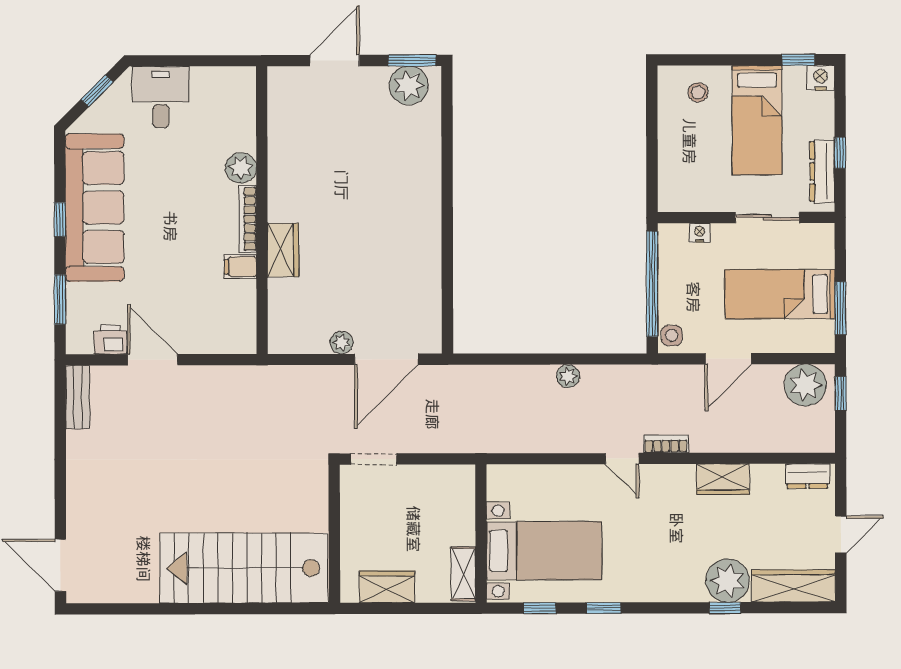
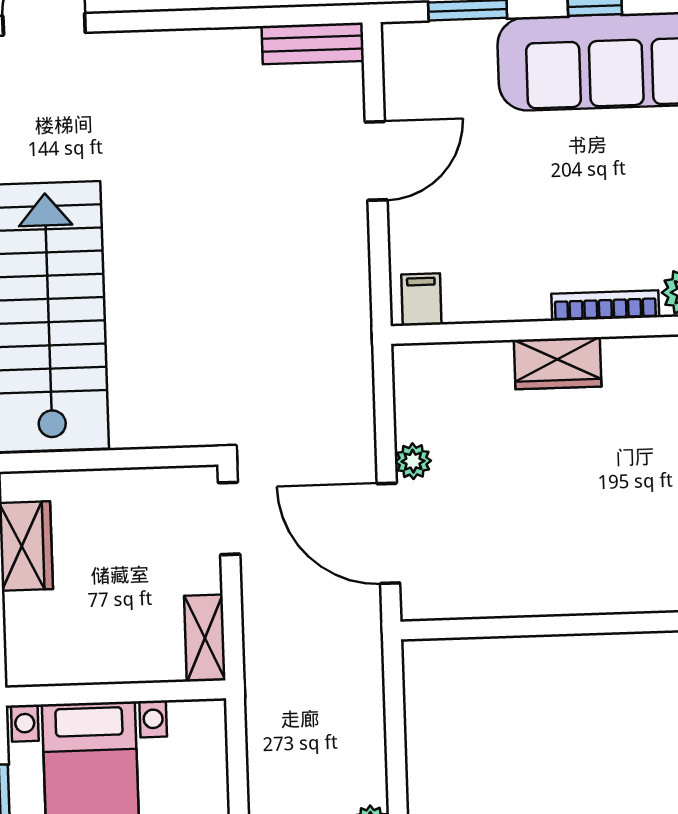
filing cabinet: (240, 267) -> (421, 300), moved
printer: (110, 340) -> (406, 92), removed
shelving: (463, 574) -> (205, 638), moved, turned 90

